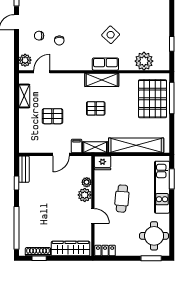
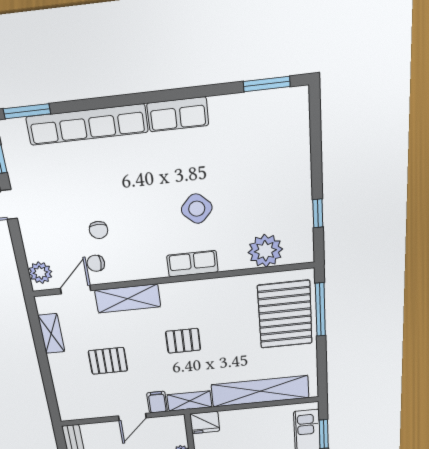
chair: (39, 36) -> (96, 263), moved
shelving: (102, 80) -> (128, 298), moved

